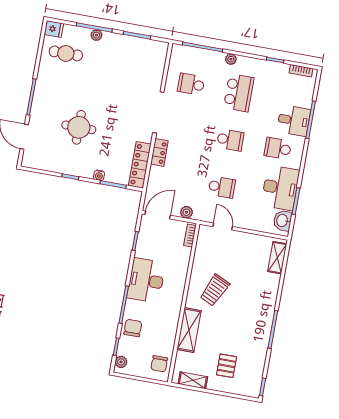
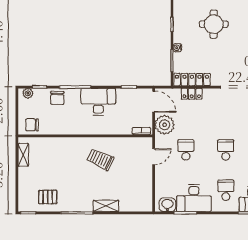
school desk: (230, 140) -> (226, 150), turned 180
locker: (159, 152) -> (192, 94), moved
school desk: (222, 187) -> (186, 150), turned 180
plant: (186, 212) -> (165, 125), width x1.88, depth x1.88
shelving: (277, 258) -> (106, 206), moved
chair: (133, 328) -> (57, 98), turned 90
shelving: (189, 330) -> (64, 144), removed
pallet: (227, 366) -> (48, 197), moved

